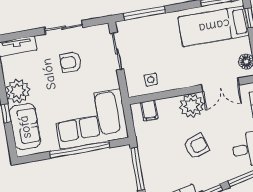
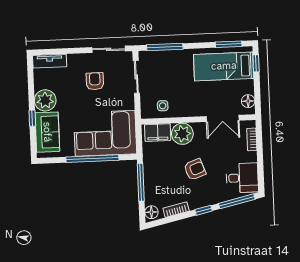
sliding door: (64, 27) -> (109, 49), moved
armchair: (71, 62) -> (95, 81), turned 90
plant: (192, 106) -> (182, 134), moved
filing cabinet: (149, 110) -> (158, 133), width x2.00

